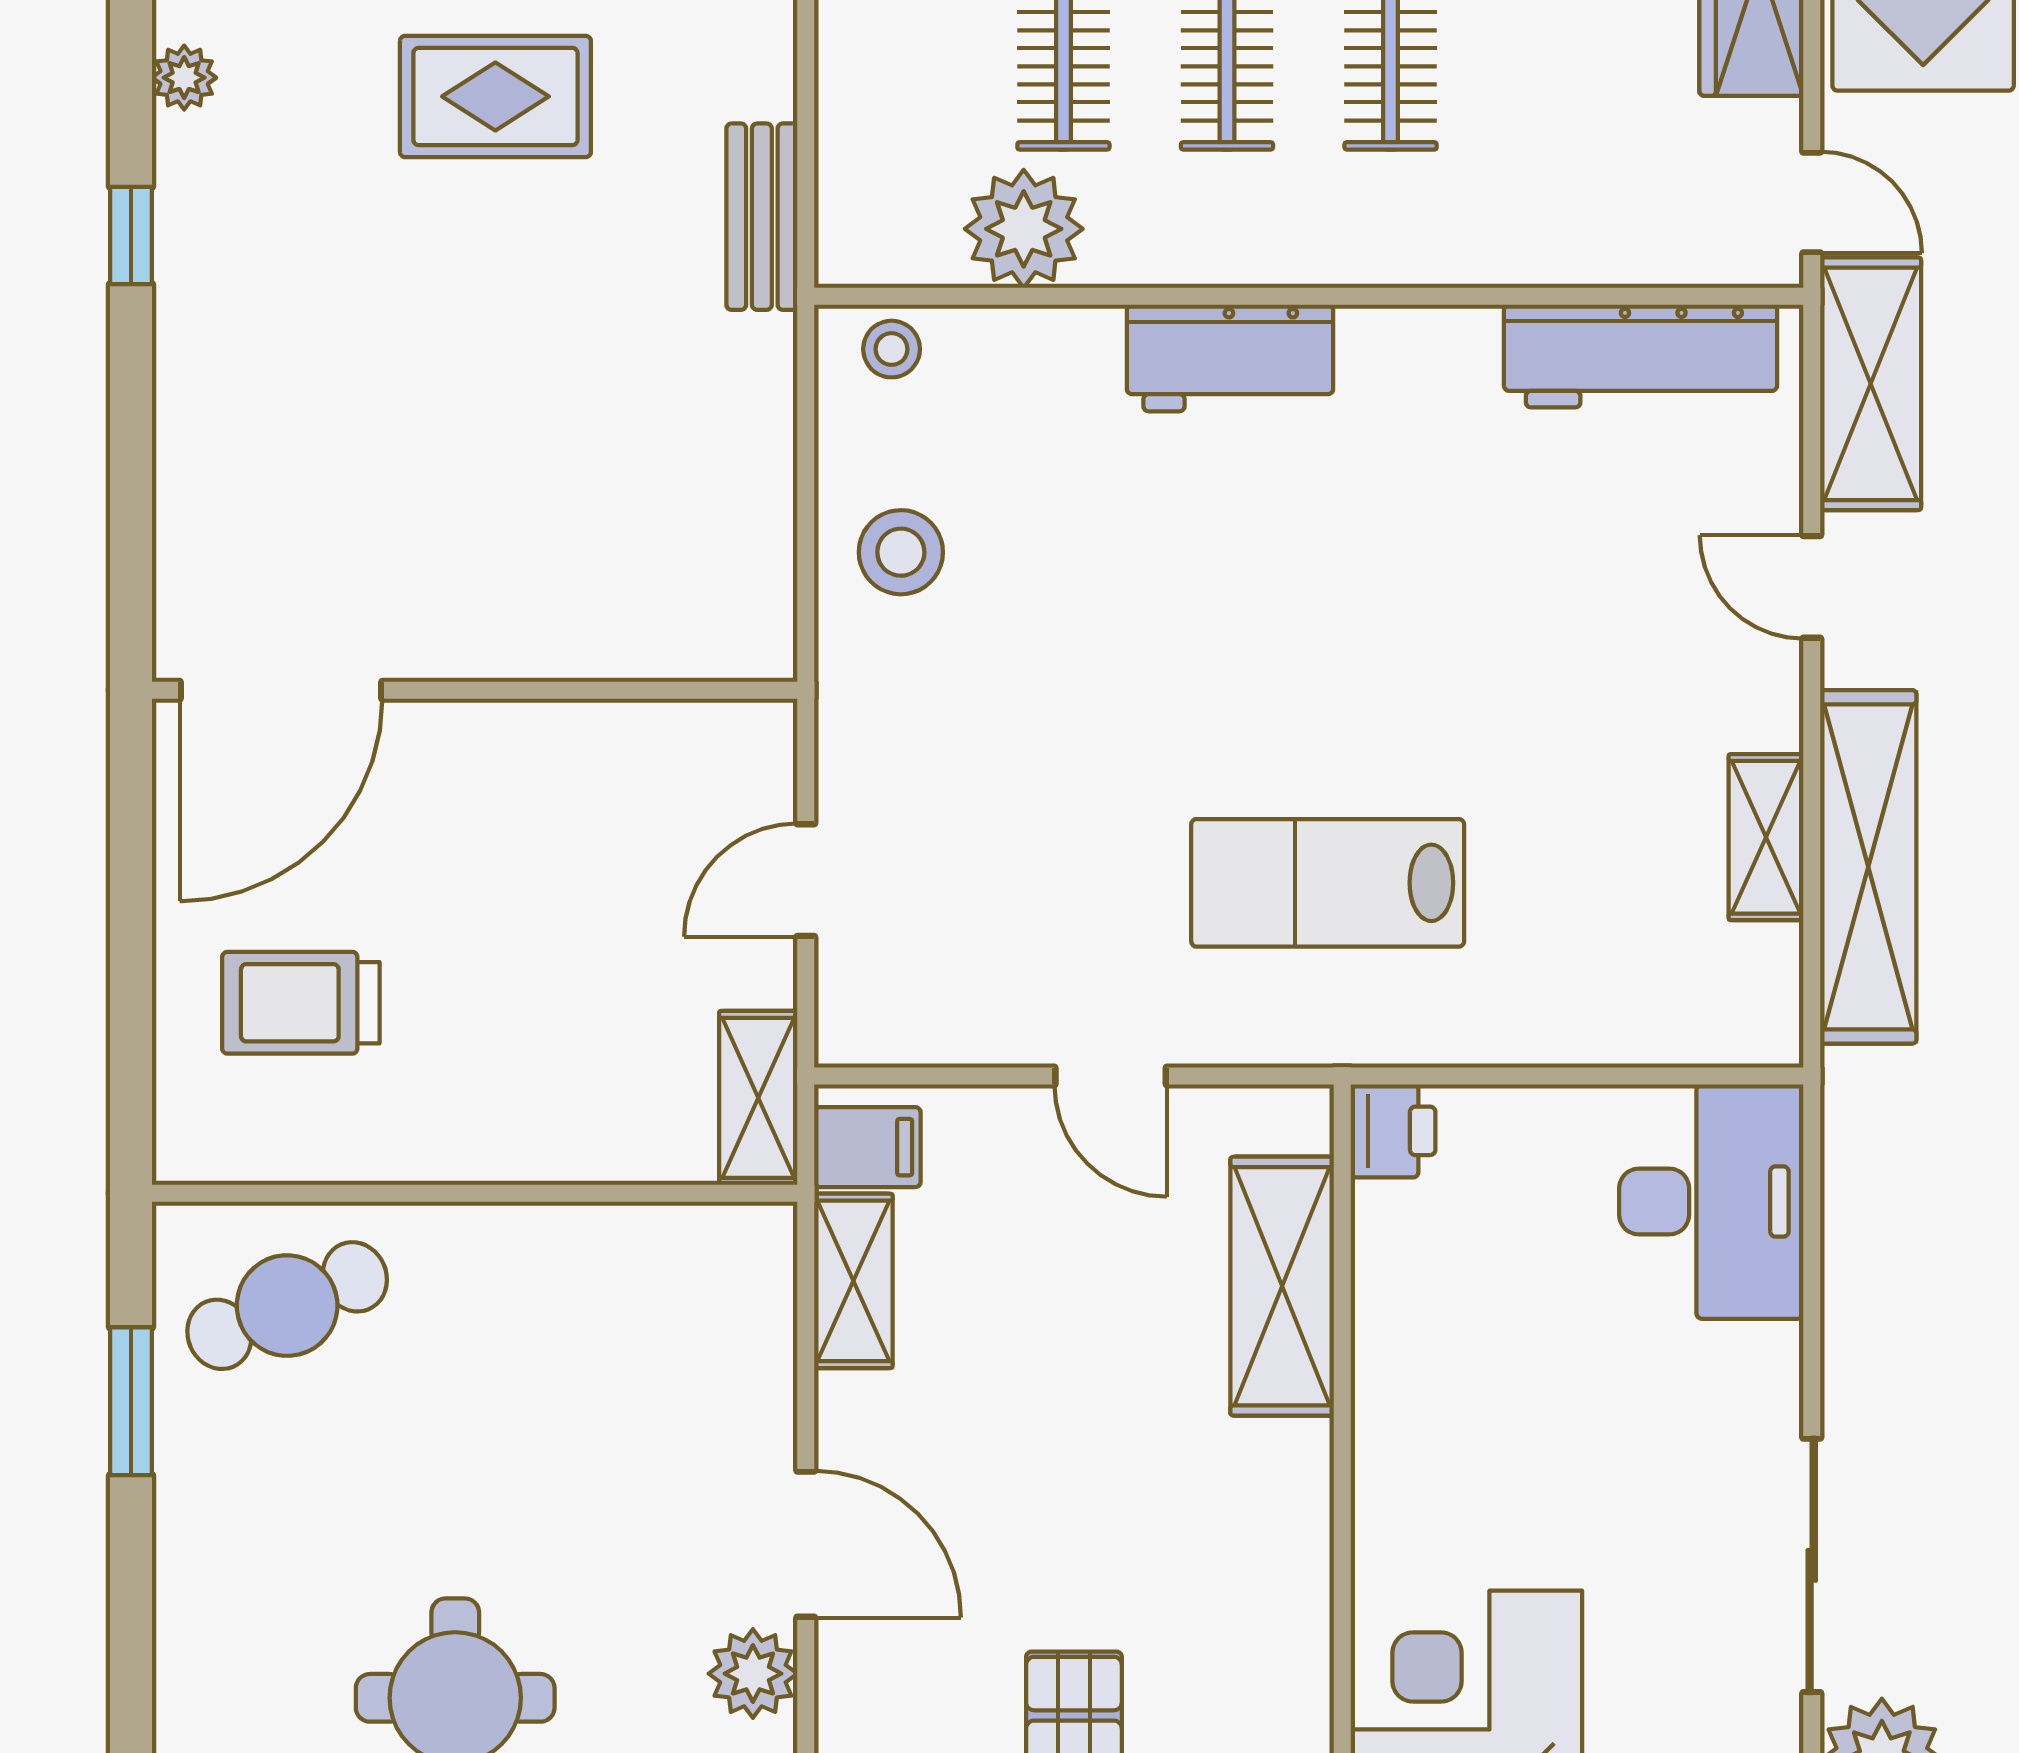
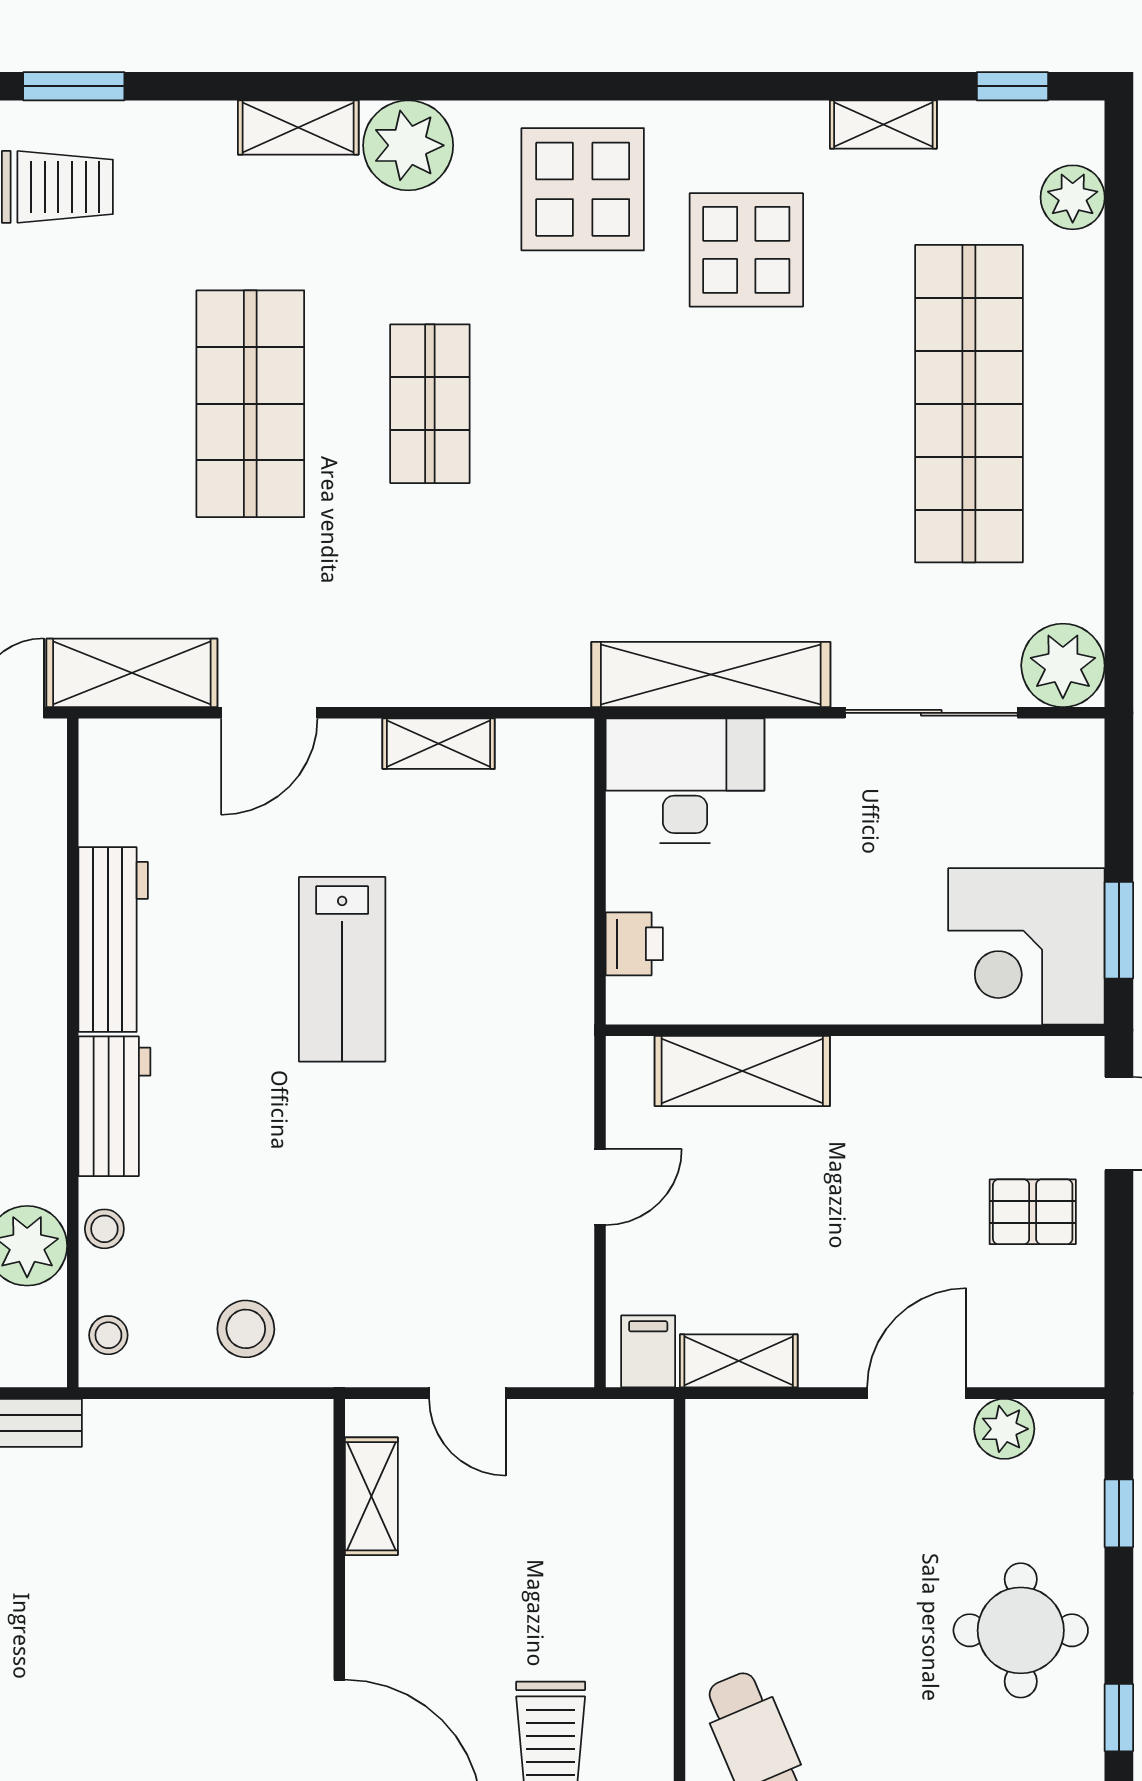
stool: (1049, 343) -> (104, 1229), added
workbench: (1641, 356) -> (113, 940), moved
door: (1812, 587) -> (269, 713), width x1.38
shelving: (1868, 867) -> (711, 674), moved
lab bench: (1328, 883) -> (342, 969), moved
shelving: (758, 1098) -> (371, 1496), moved, turned 90
printer: (1393, 1131) -> (634, 944), moved, turned 90

